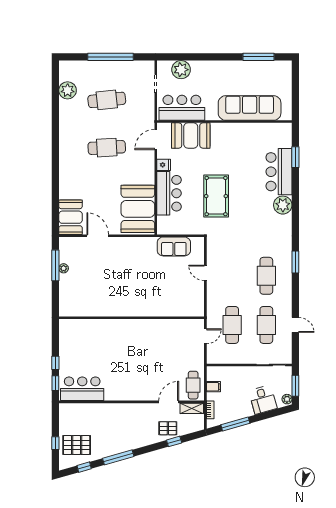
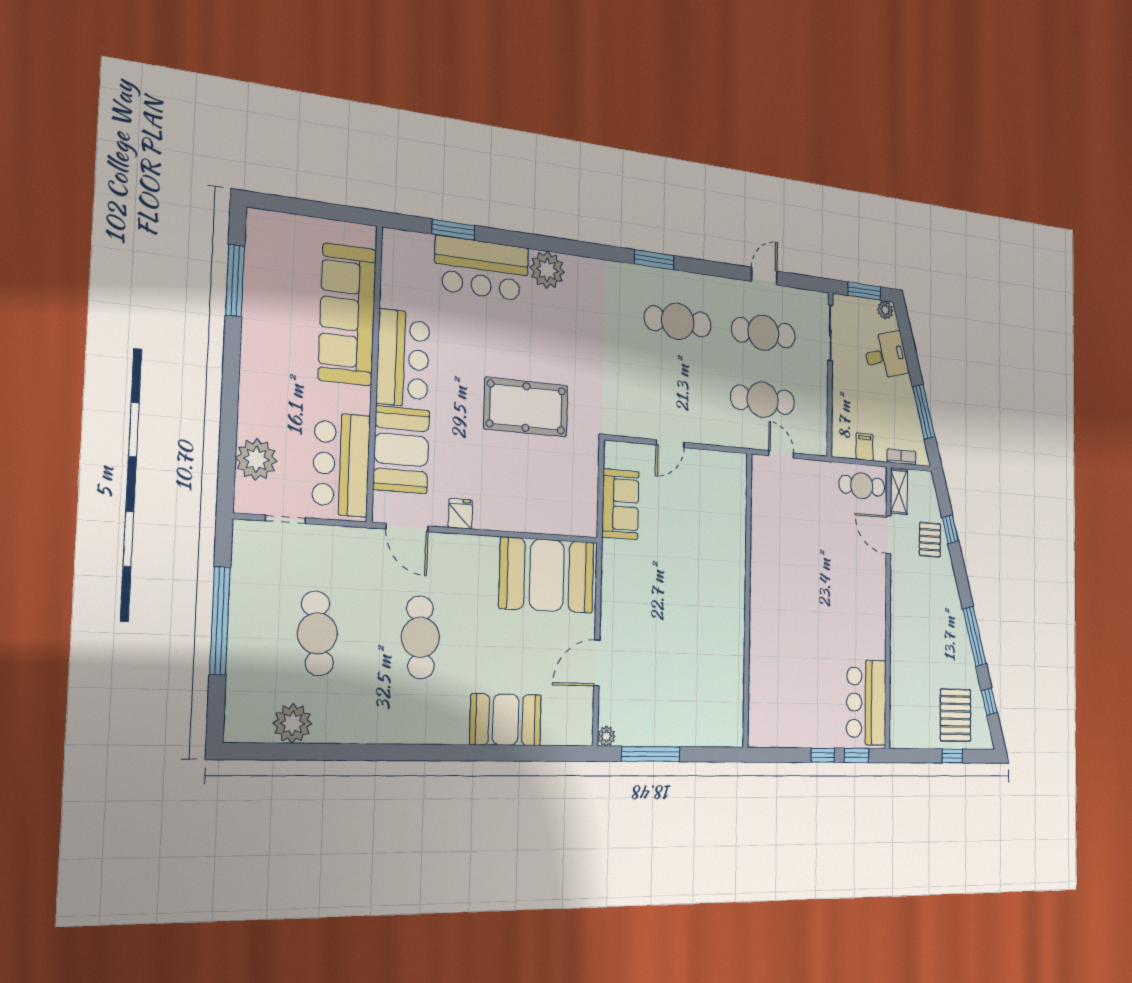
bar counter: (169, 193) -> (403, 358), moved, turned 90
booth: (71, 217) -> (506, 720), moved
plant: (64, 268) -> (606, 736), moved

